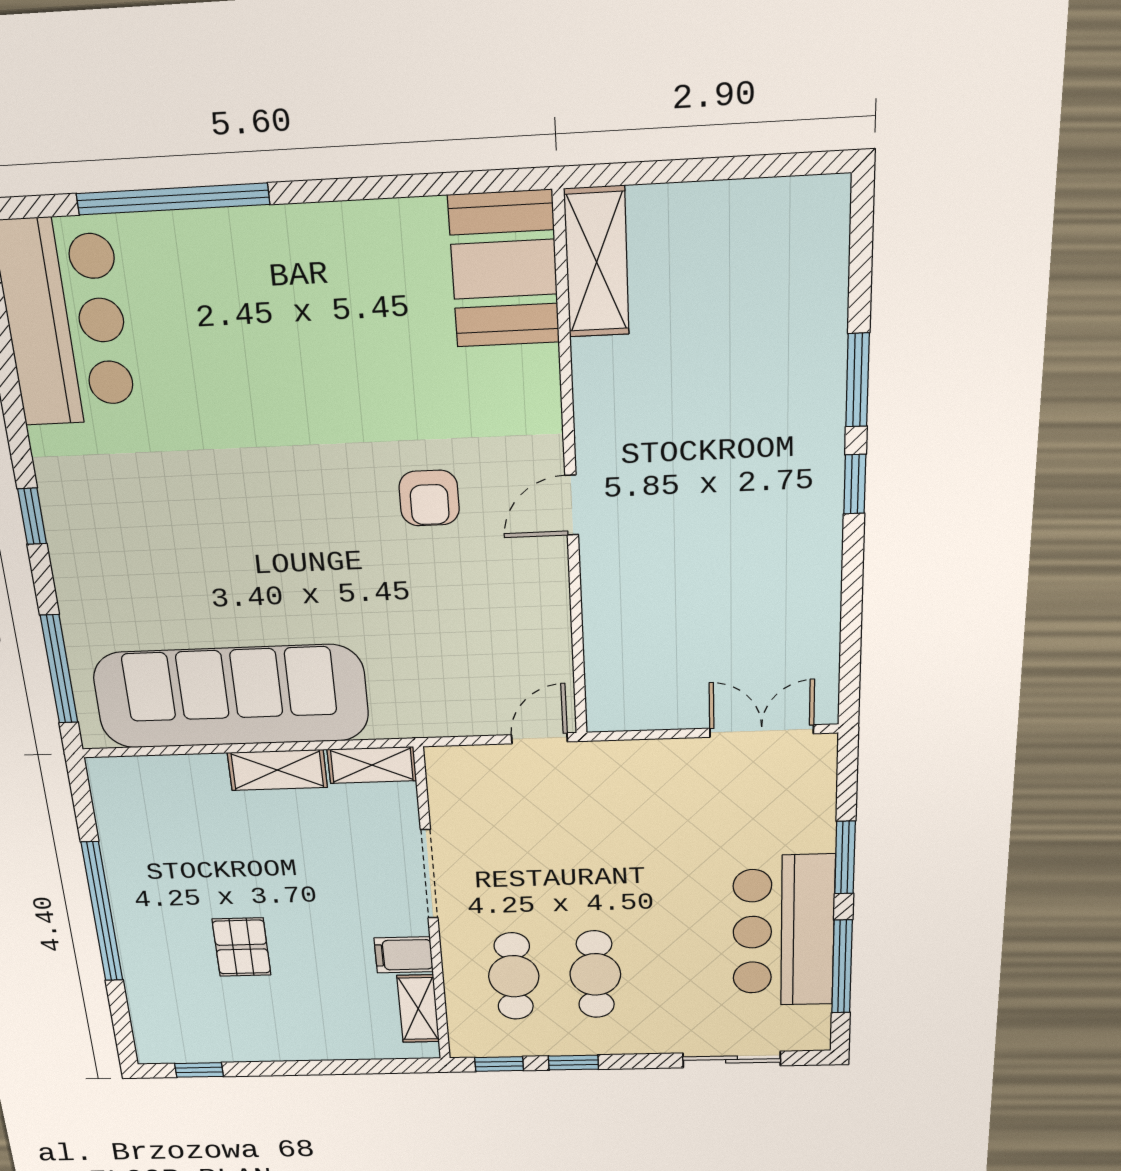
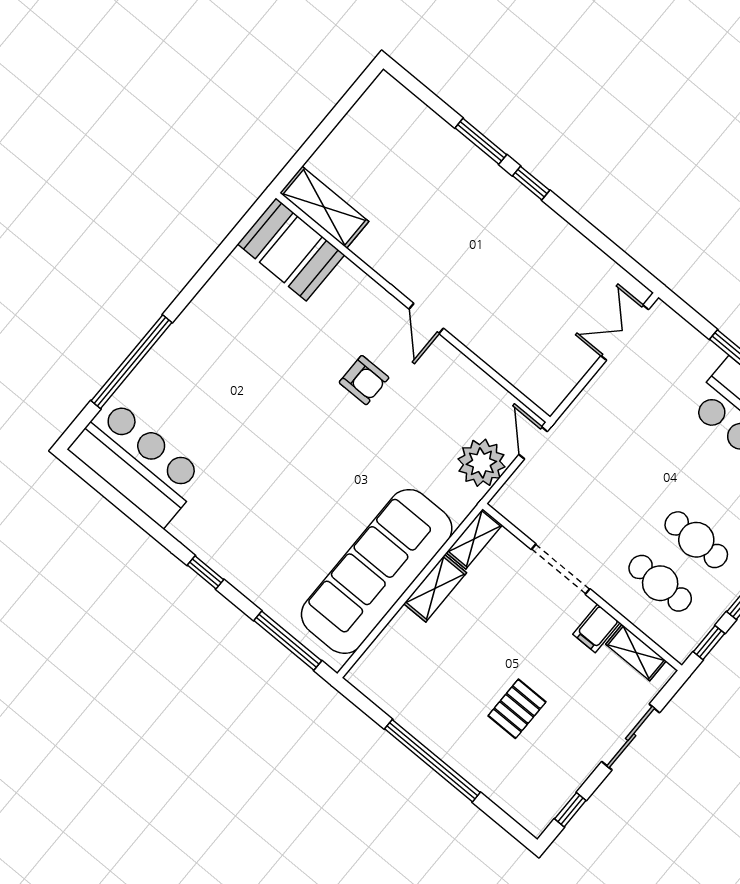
plant: (463, 704) -> (481, 463), added
pallet: (241, 947) -> (517, 709), turned 90
sliding door: (329, 1067) -> (631, 737), added

